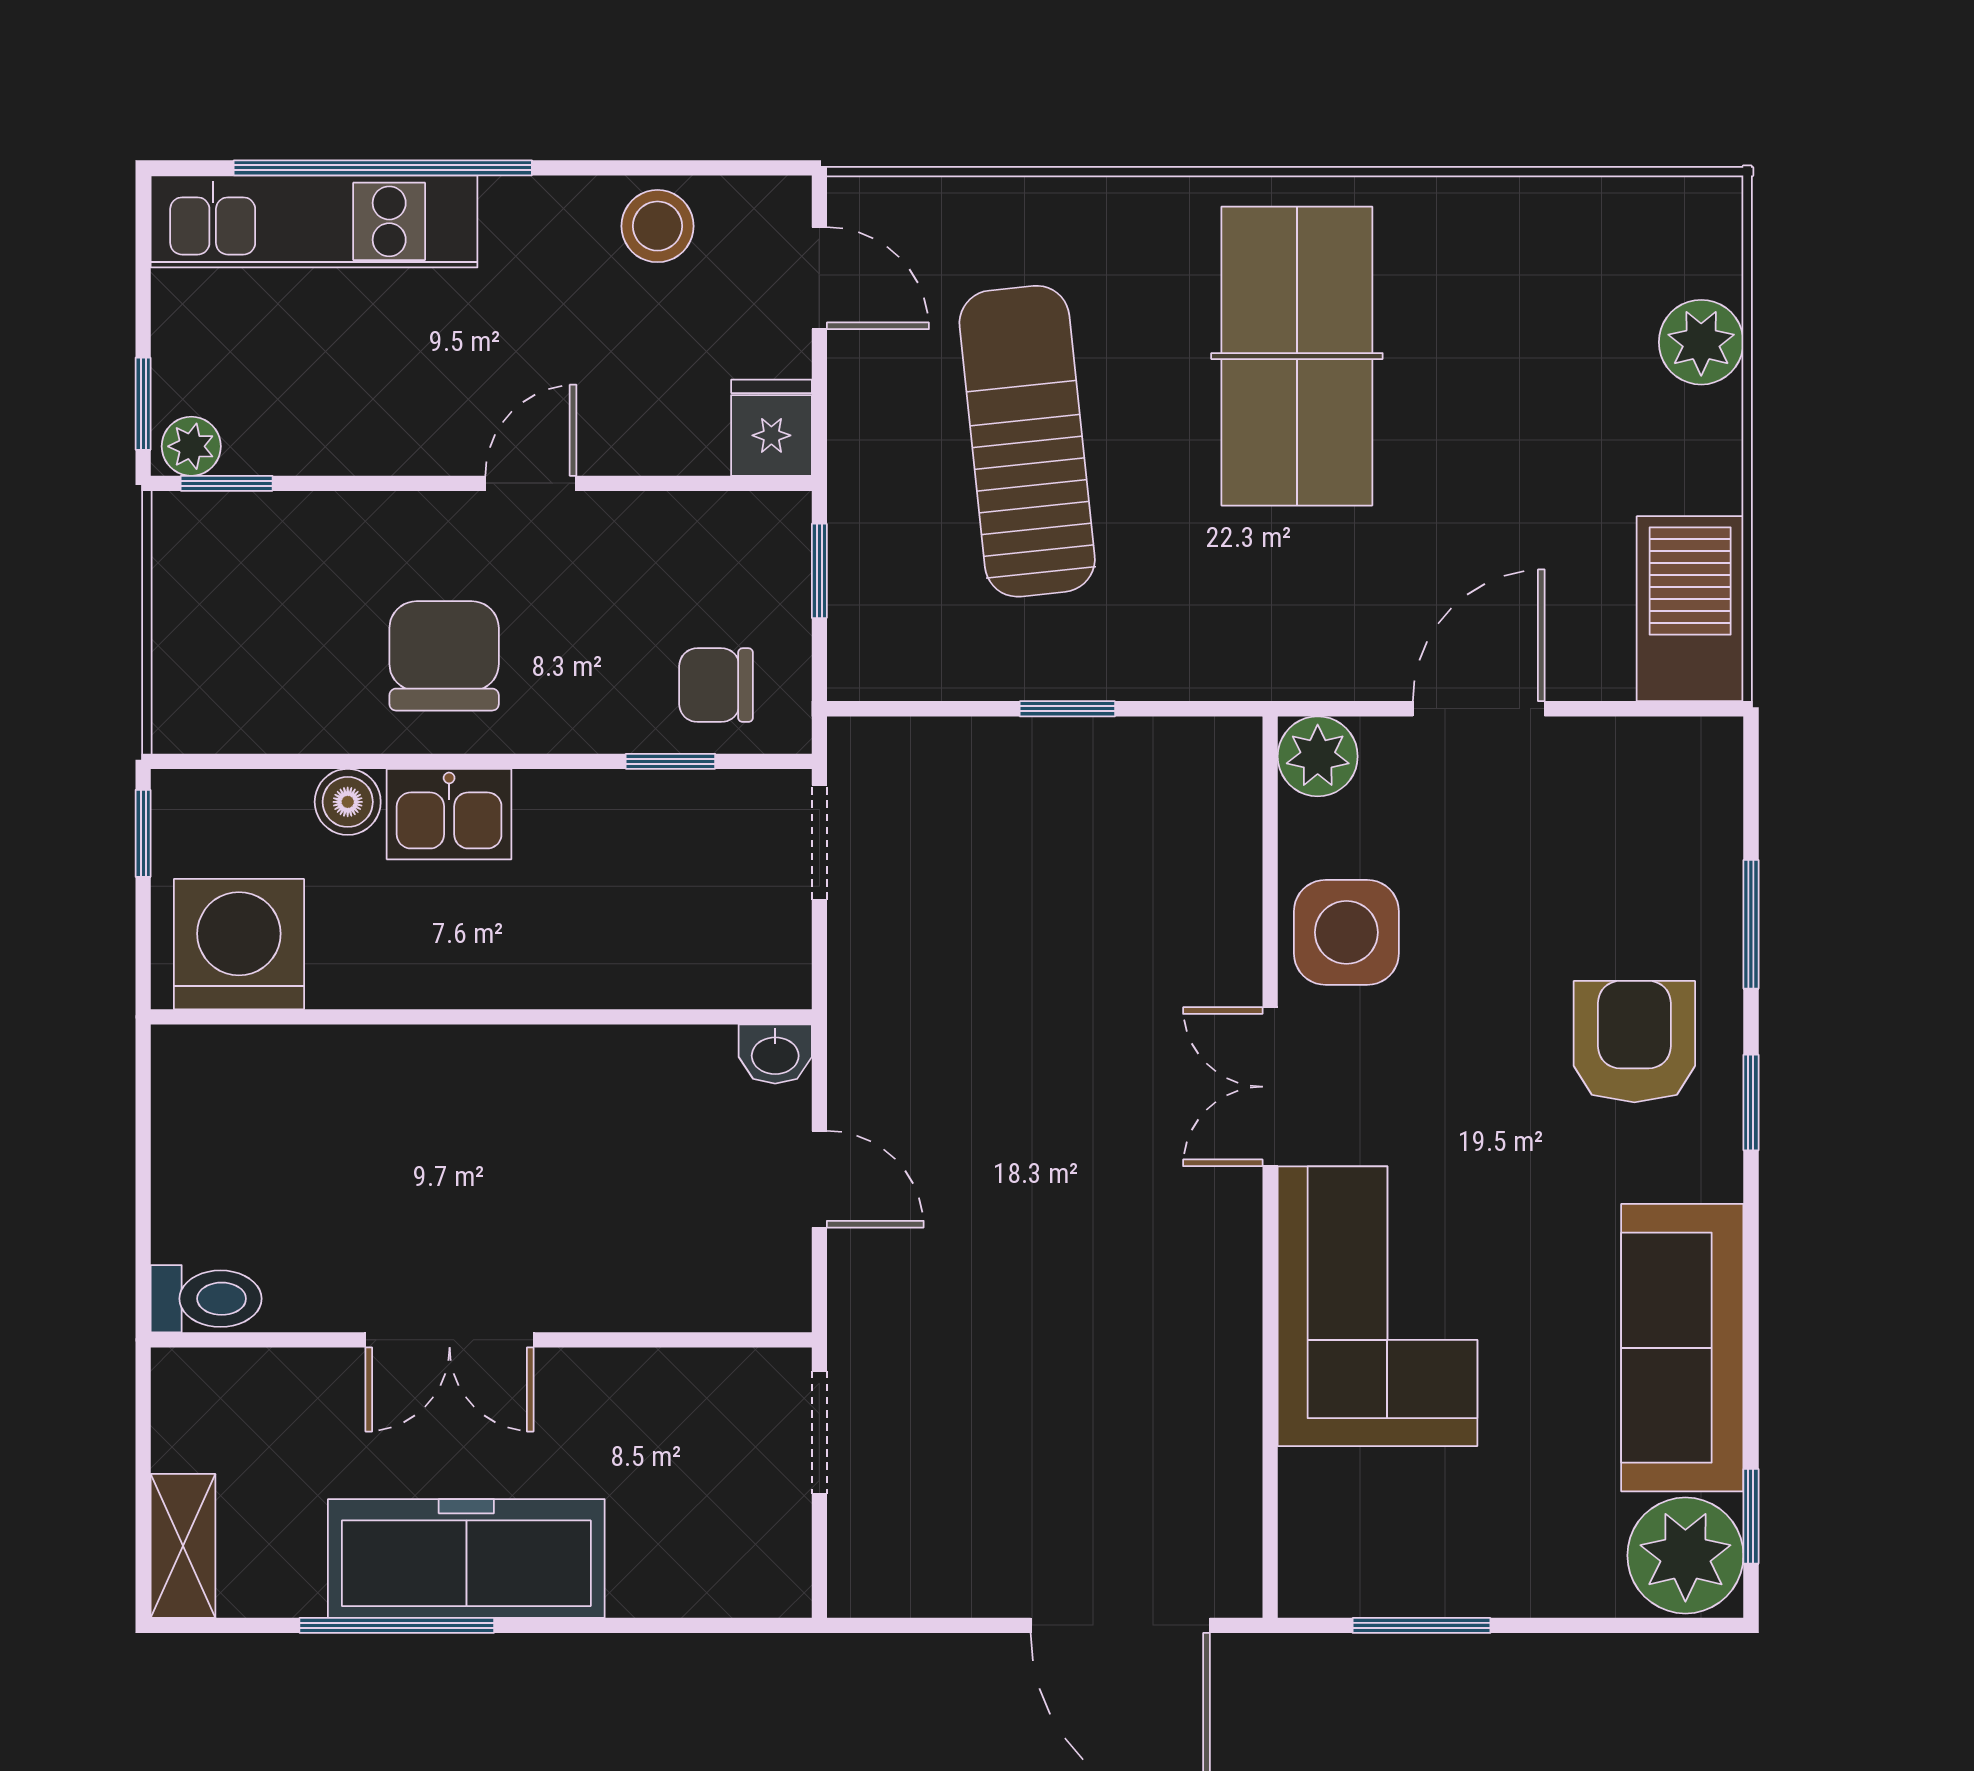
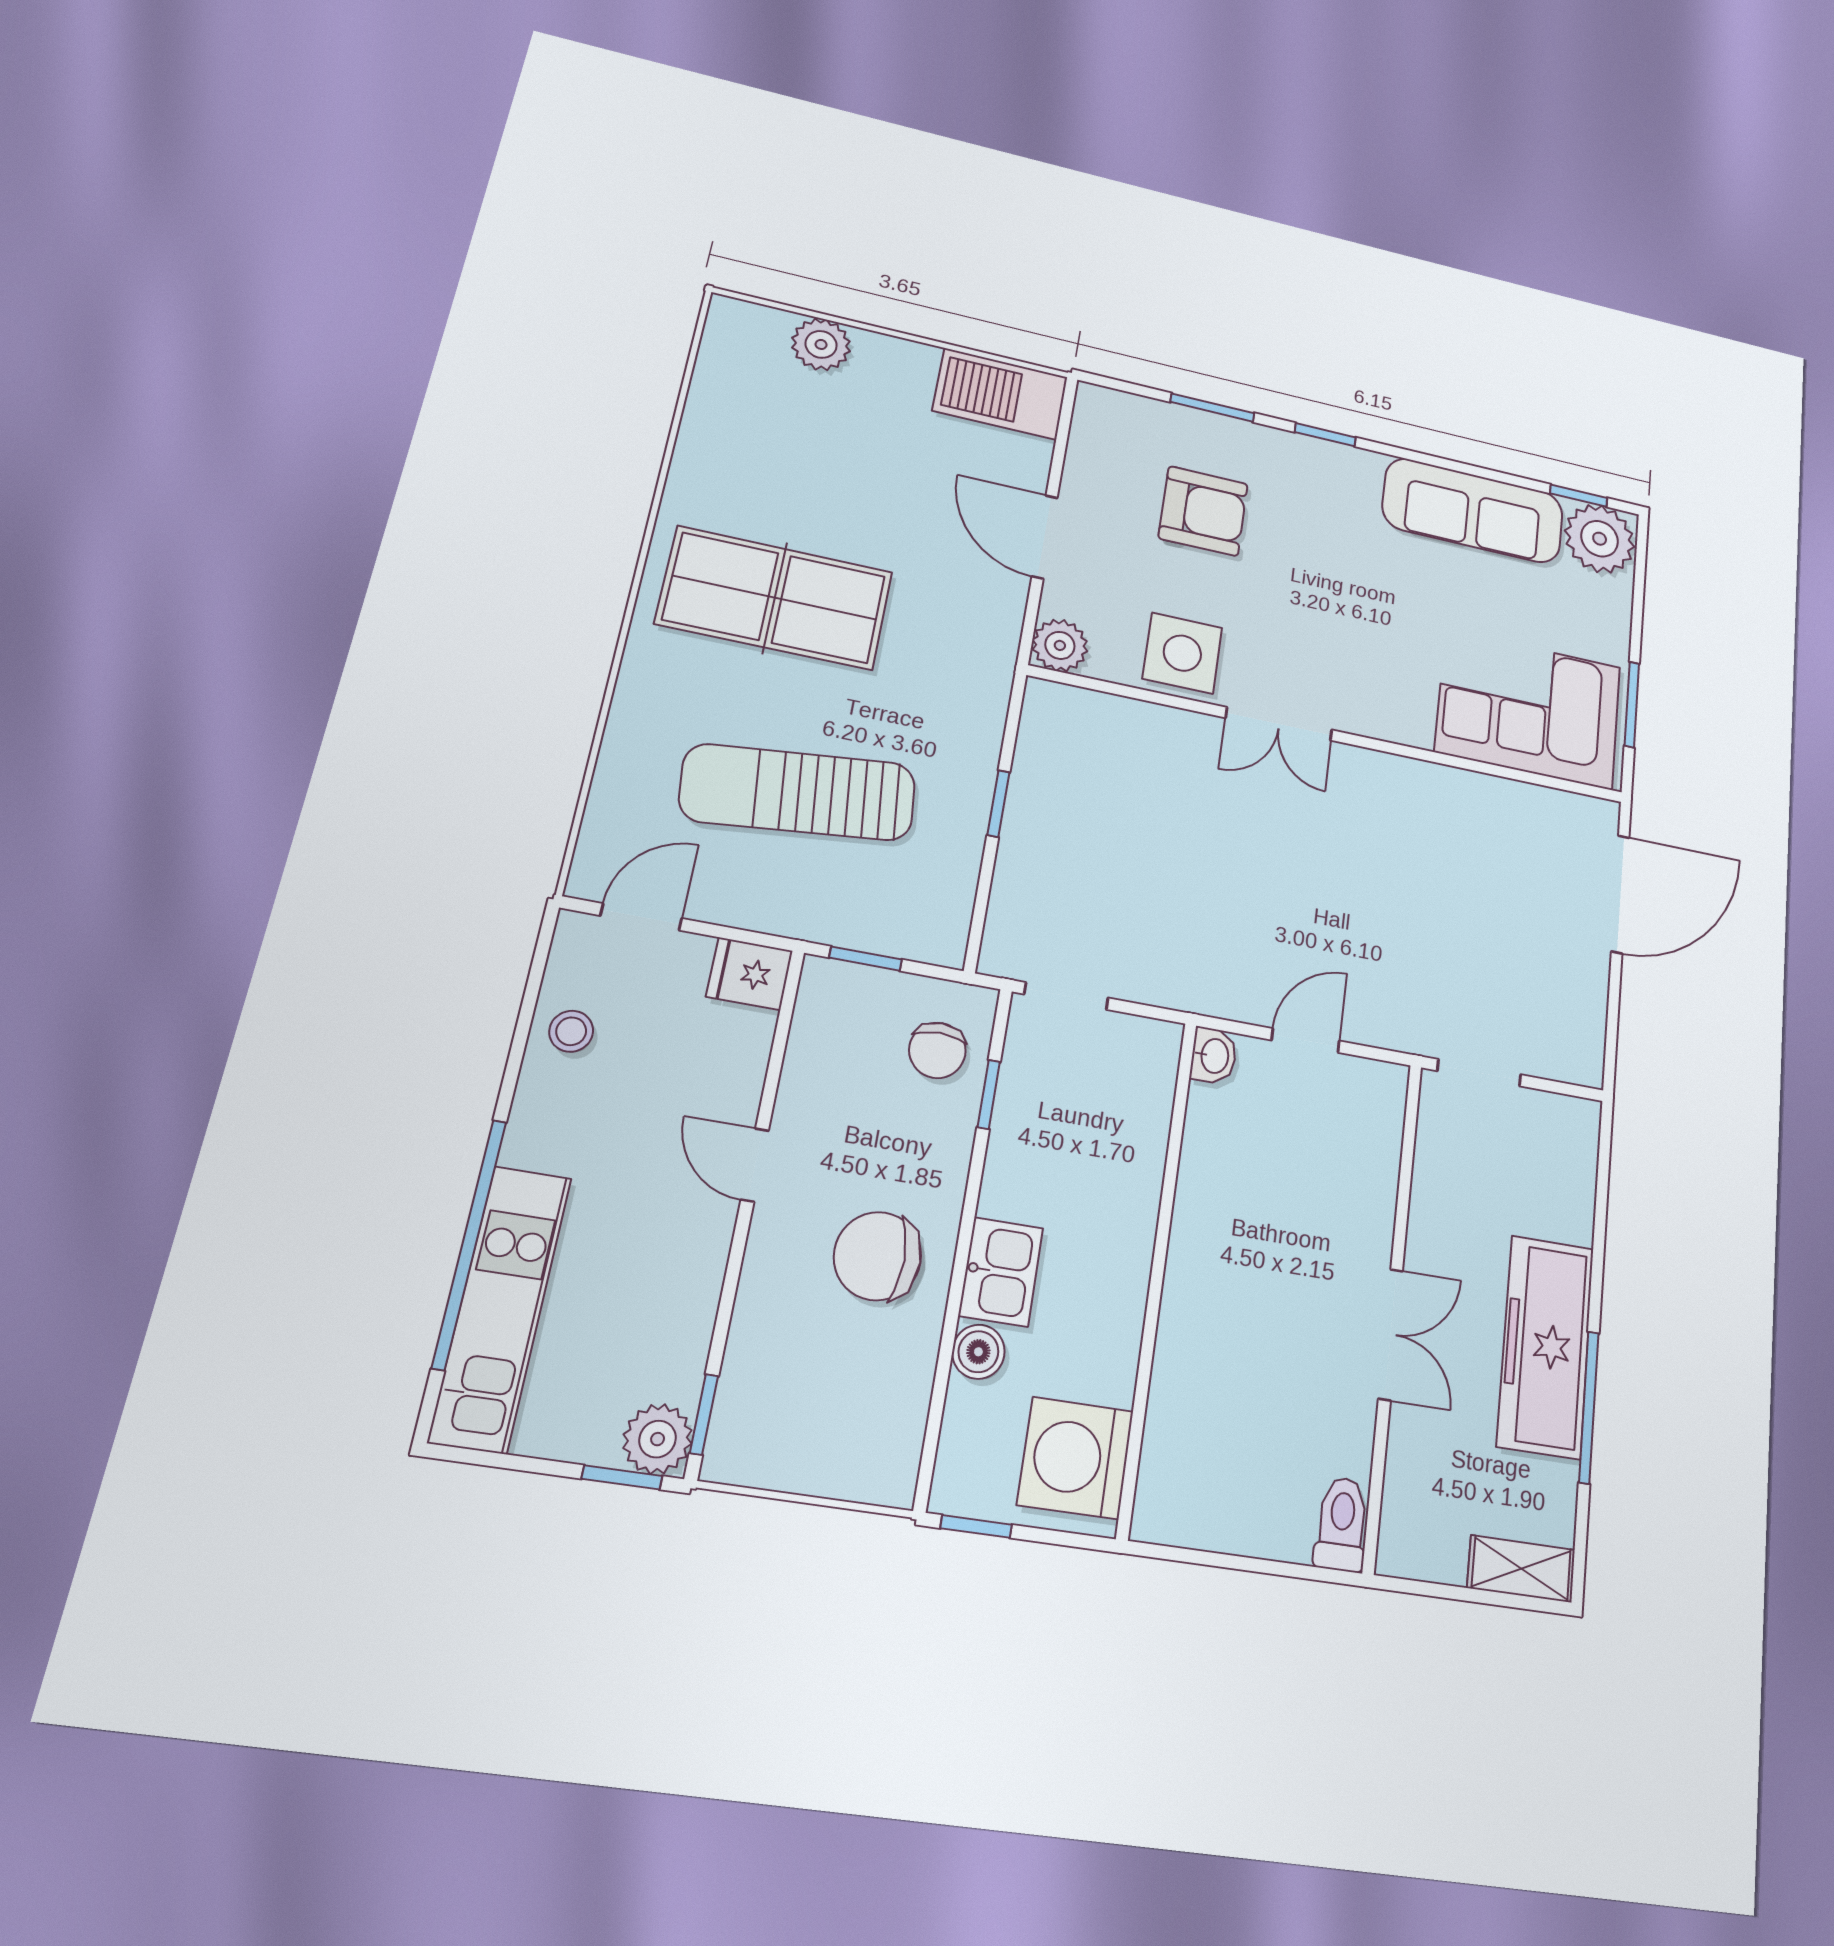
stool: (657, 226) -> (571, 1031), width x0.73, depth x0.73
plant: (191, 446) -> (658, 1439), width x1.38, depth x1.38
armchair: (1634, 1042) -> (1203, 511), moved, turned 180
corner sofa: (1377, 1306) -> (1529, 709), moved

